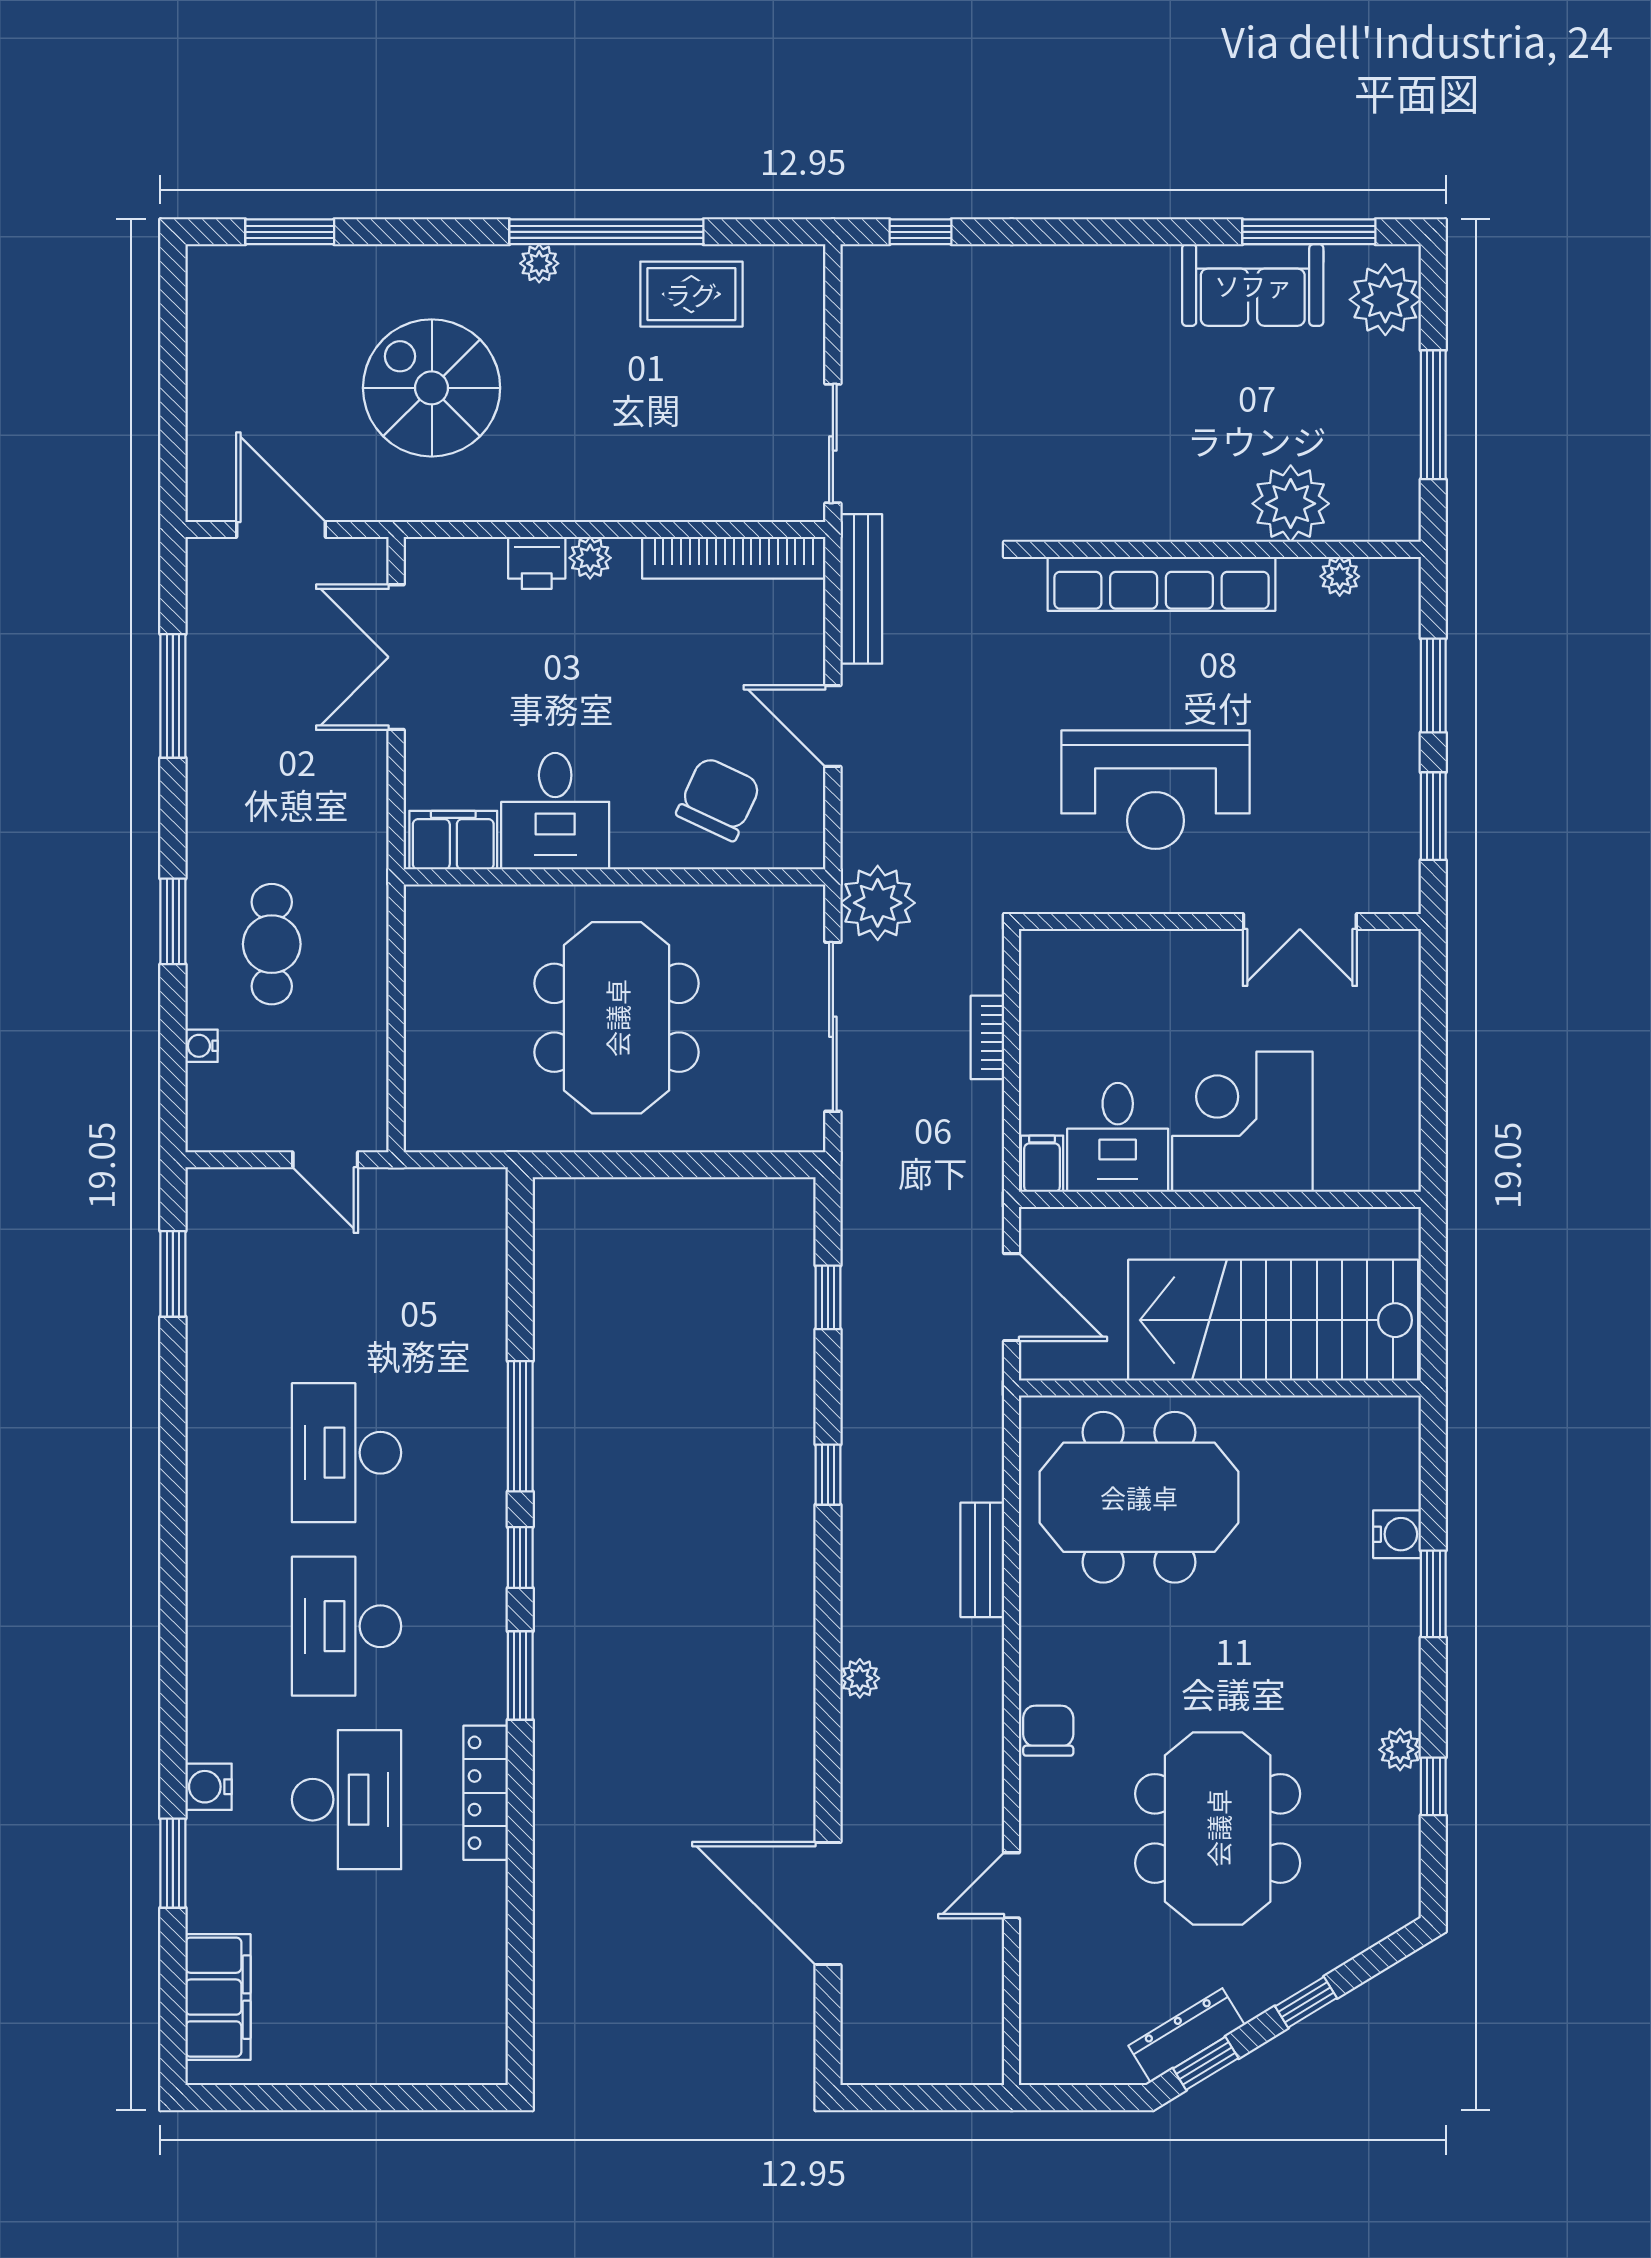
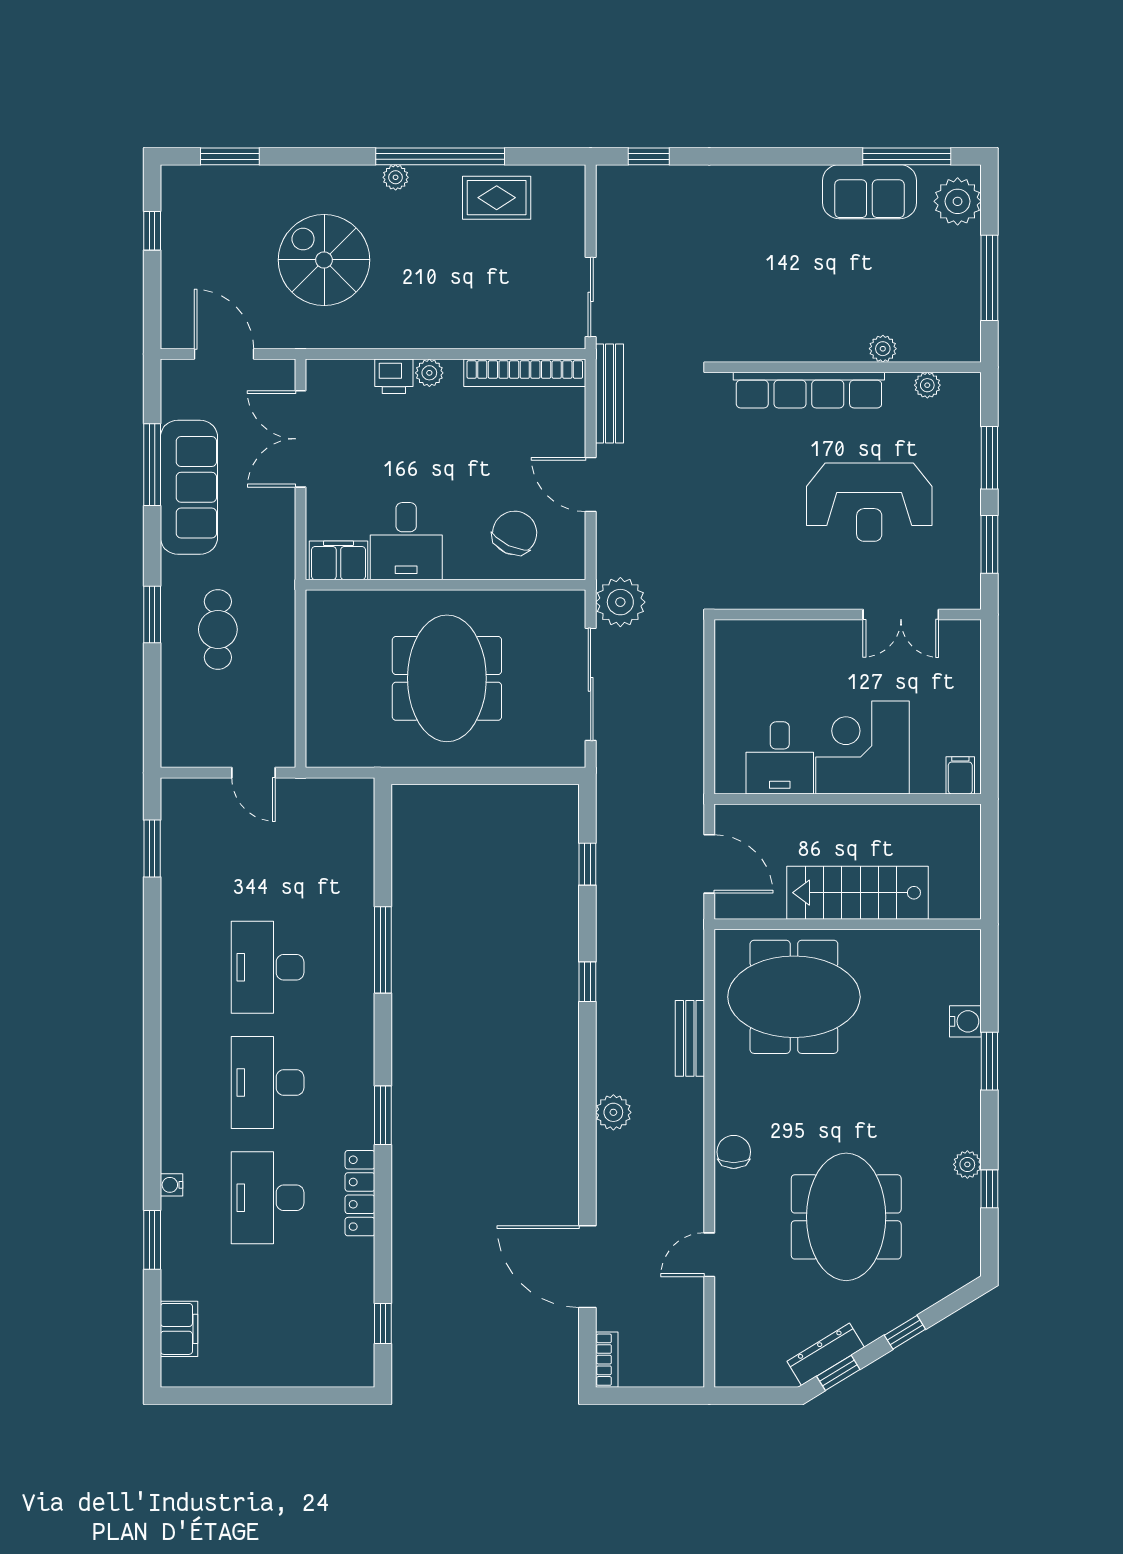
window: (173, 344) -> (152, 231), added
plant: (1291, 504) -> (883, 349), width x0.53, depth x0.53
sofa: (228, 730) -> (189, 487), added
reception desk: (1156, 790) -> (869, 502), moved
bookcase: (987, 1037) -> (607, 1360), moved, turned 180
water cooler: (201, 1046) -> (171, 697), removed
filing cabinet: (1042, 1164) -> (960, 775), moved
stairs: (1273, 1320) -> (857, 893), width x0.73, depth x0.66
window: (520, 1557) -> (383, 1323), moved
plant: (860, 1678) -> (613, 1112), width x1.38, depth x1.38
water cooler: (208, 1787) -> (172, 1185), width x0.72, depth x0.72
desk: (347, 1800) -> (268, 1198), turned 180
filing cabinet: (218, 1997) -> (179, 1329), width x0.67, depth x0.86

